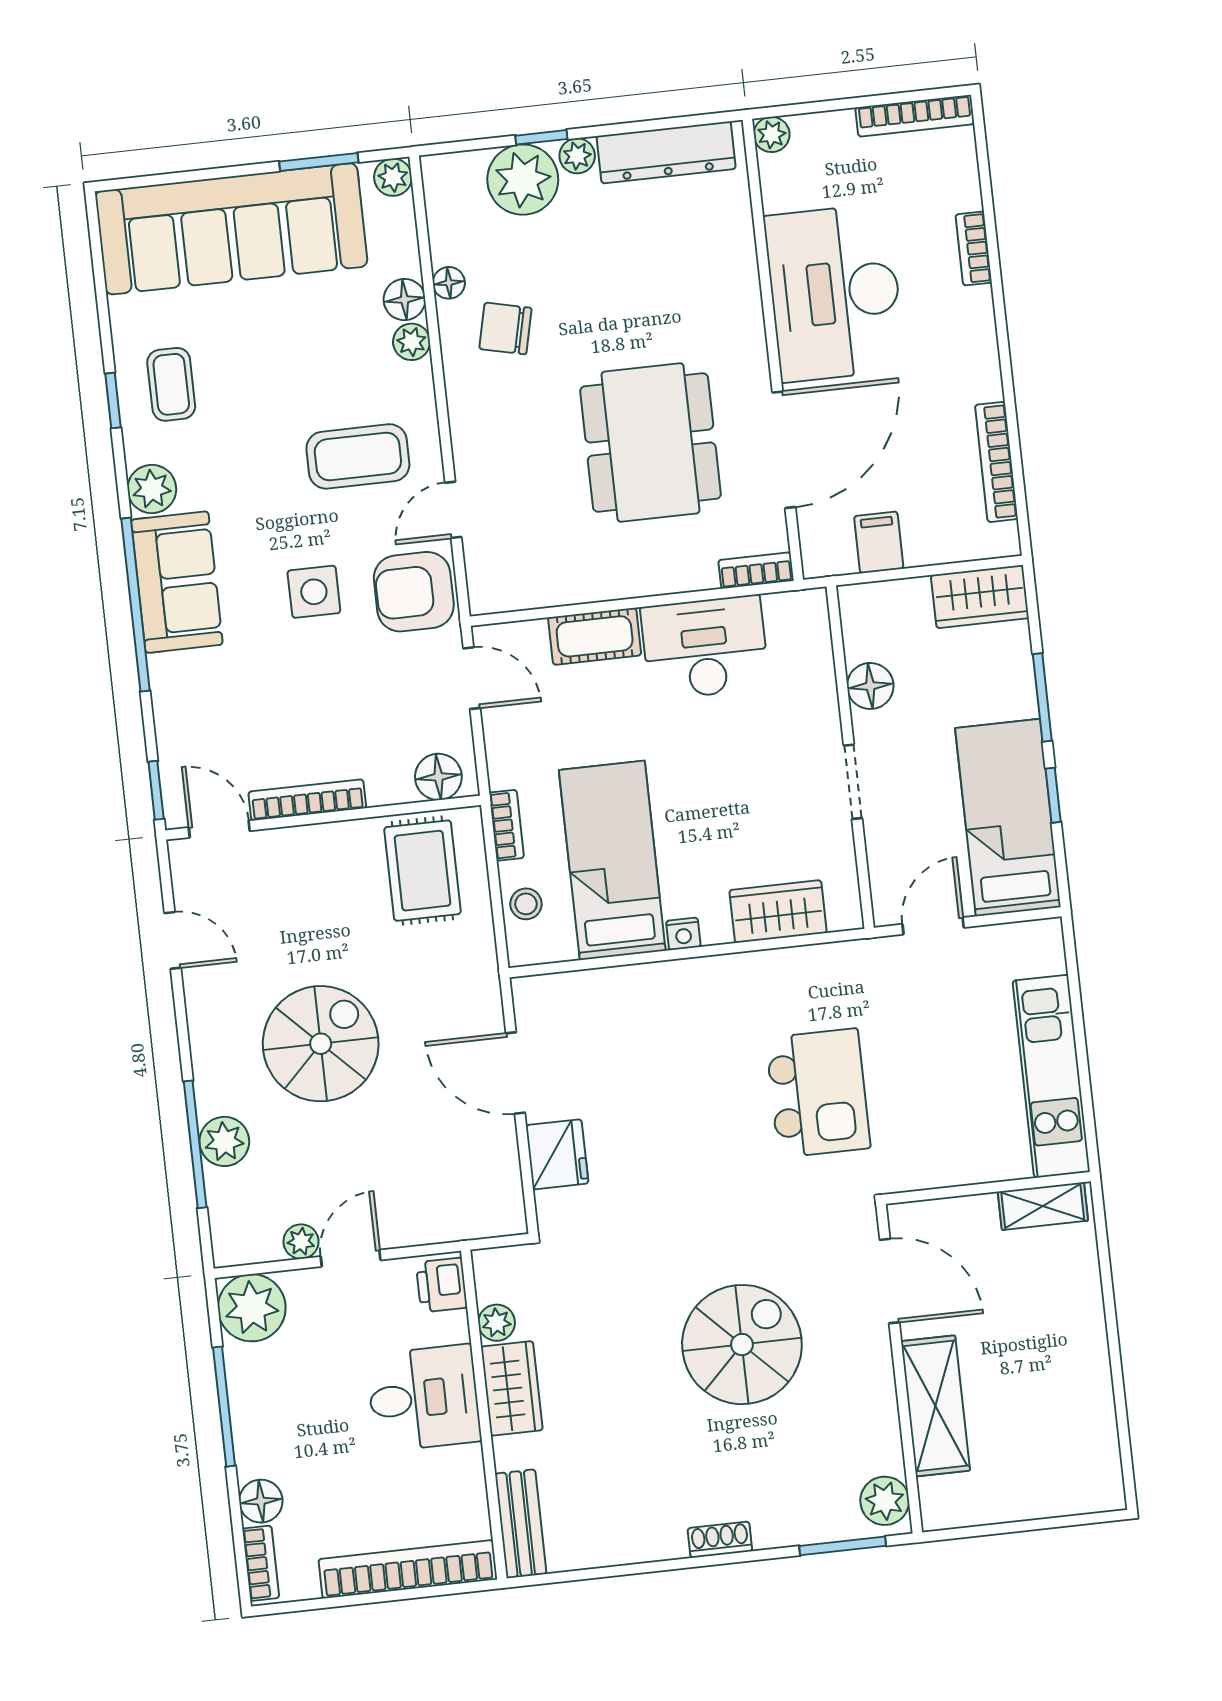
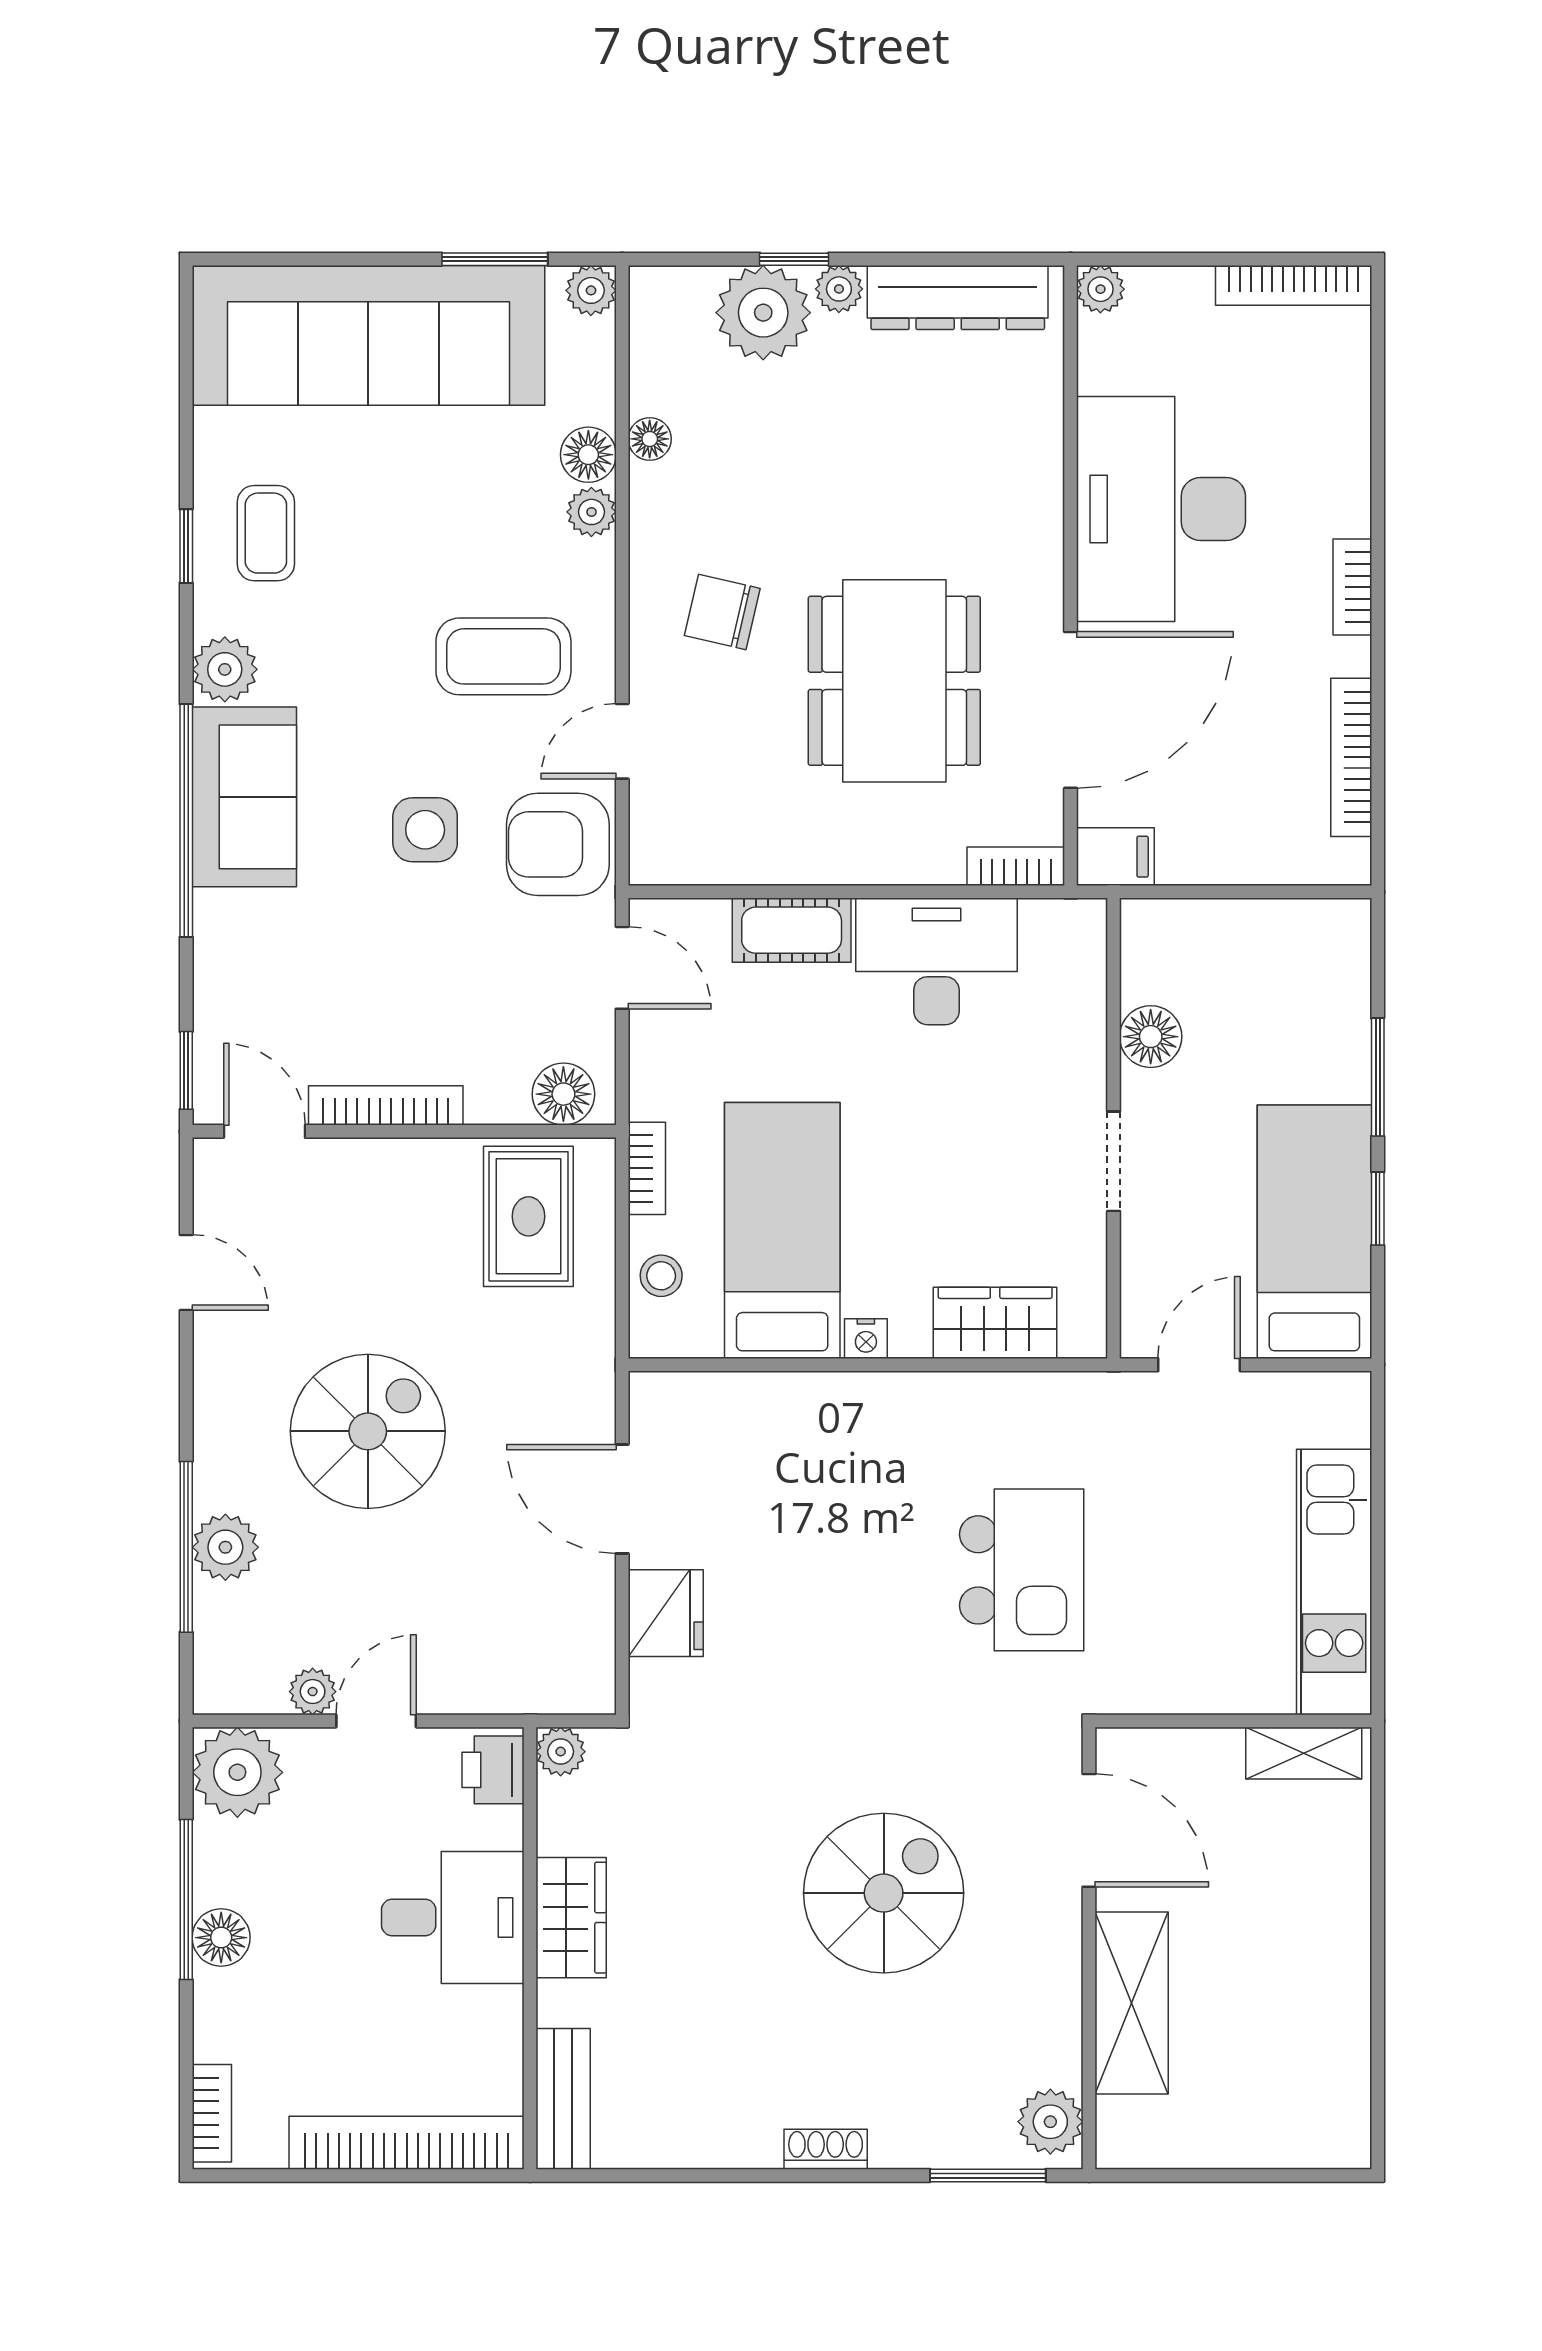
bookcase: (974, 249) -> (1352, 587), moved
chair: (505, 328) -> (722, 612), moved
filing cabinet: (879, 542) -> (1115, 857), moved, turned 90
wardrobe: (980, 597) -> (1309, 934), removed
plant: (497, 1323) -> (561, 1752), moved
floor lamp: (261, 1501) -> (221, 1938), moved

